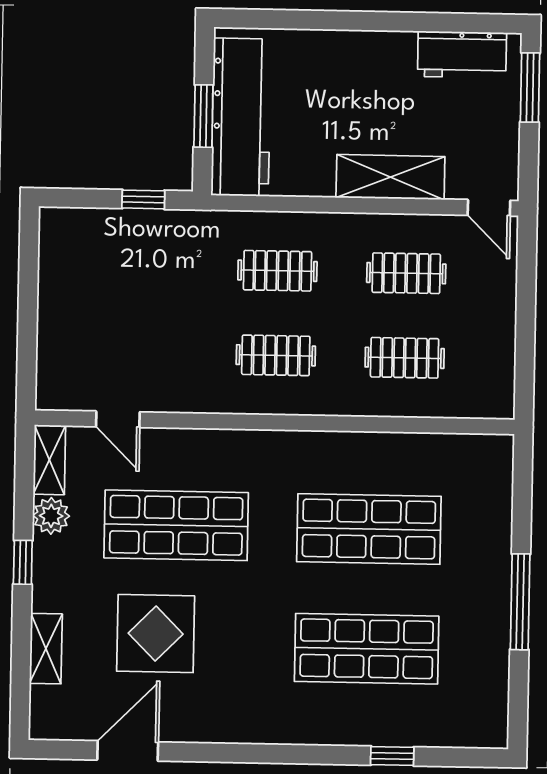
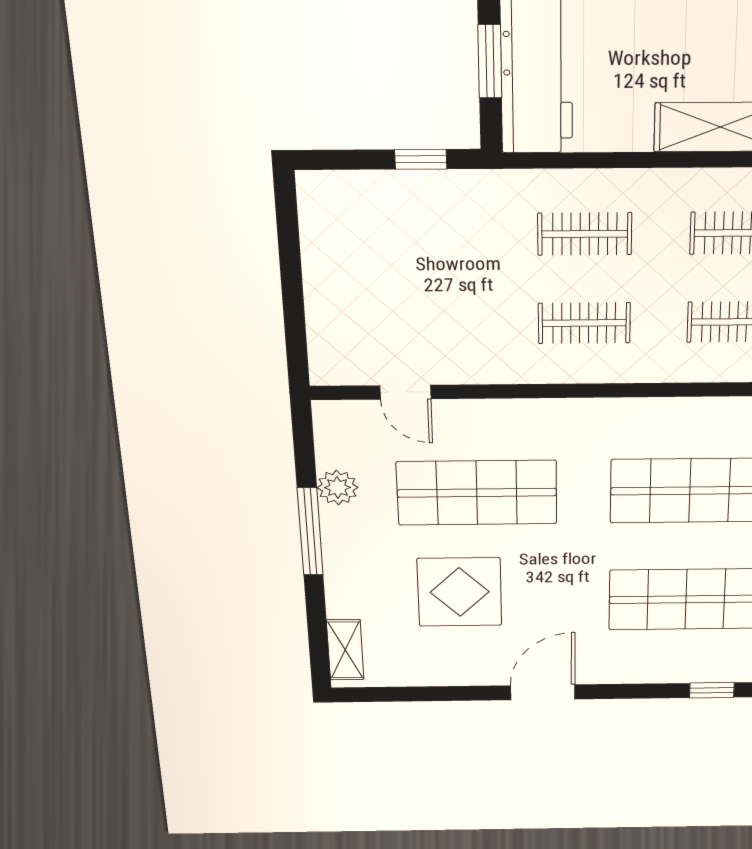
shelving: (49, 460) -> (331, 434), removed
window: (23, 562) -> (310, 532), width x2.17
shelving: (46, 649) -> (345, 650), moved
door: (128, 751) -> (543, 692), moved

